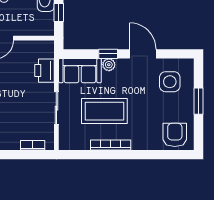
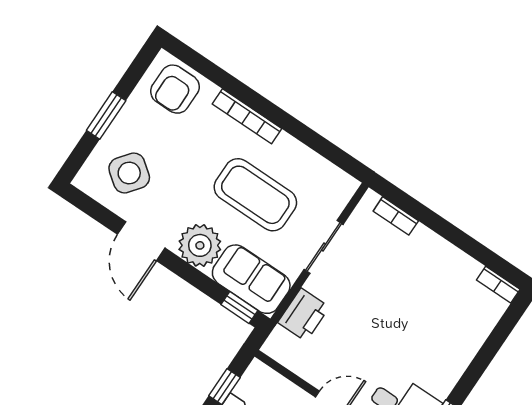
window: (108, 54) -> (239, 307), moved
plant: (109, 65) -> (200, 245), width x1.88, depth x1.88
side table: (170, 82) -> (129, 173), turned 37
bookcase: (111, 145) -> (247, 116), moved

